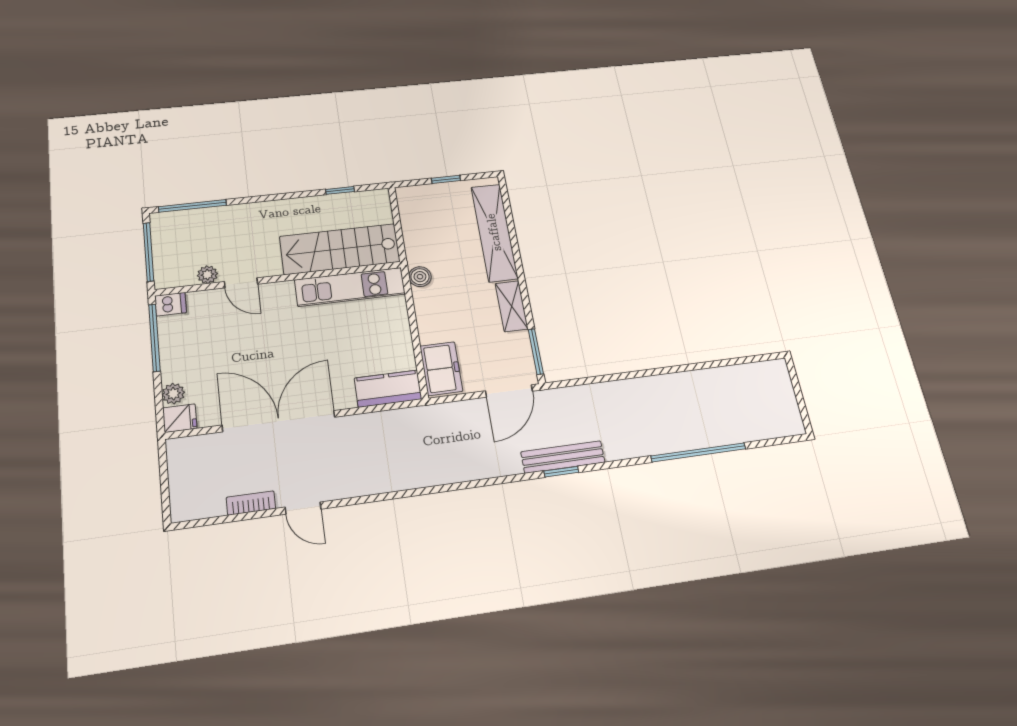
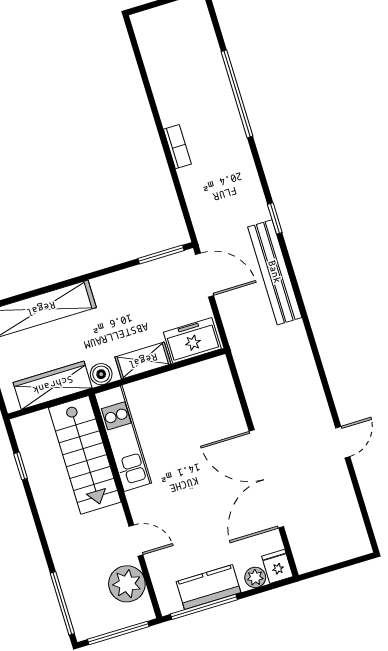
wardrobe: (416, 231) -> (53, 385), added
plant: (207, 275) -> (127, 584), width x1.87, depth x1.87
door: (241, 283) -> (136, 541), hinge flipped
dishwasher: (171, 304) -> (168, 600), removed
shelving: (512, 306) -> (143, 361), moved
kitchen counter: (388, 389) -> (208, 587), moved, turned 90
bench: (563, 457) -> (275, 272), moved, width x1.37, depth x1.21
bookcase: (251, 503) -> (177, 147), moved, turned 180

